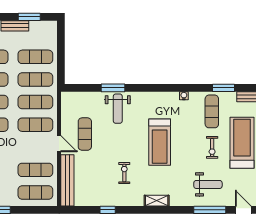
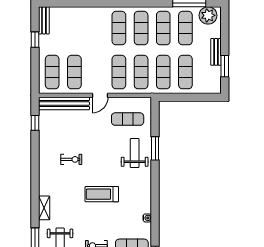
weight bench: (118, 109) -> (135, 153), turned 90
exercise mat: (85, 134) -> (128, 119), moved
treadmill: (160, 142) -> (102, 194), width x0.73, depth x0.73
shelving: (157, 201) -> (44, 208), moved
window: (108, 210) -> (35, 123), moved

